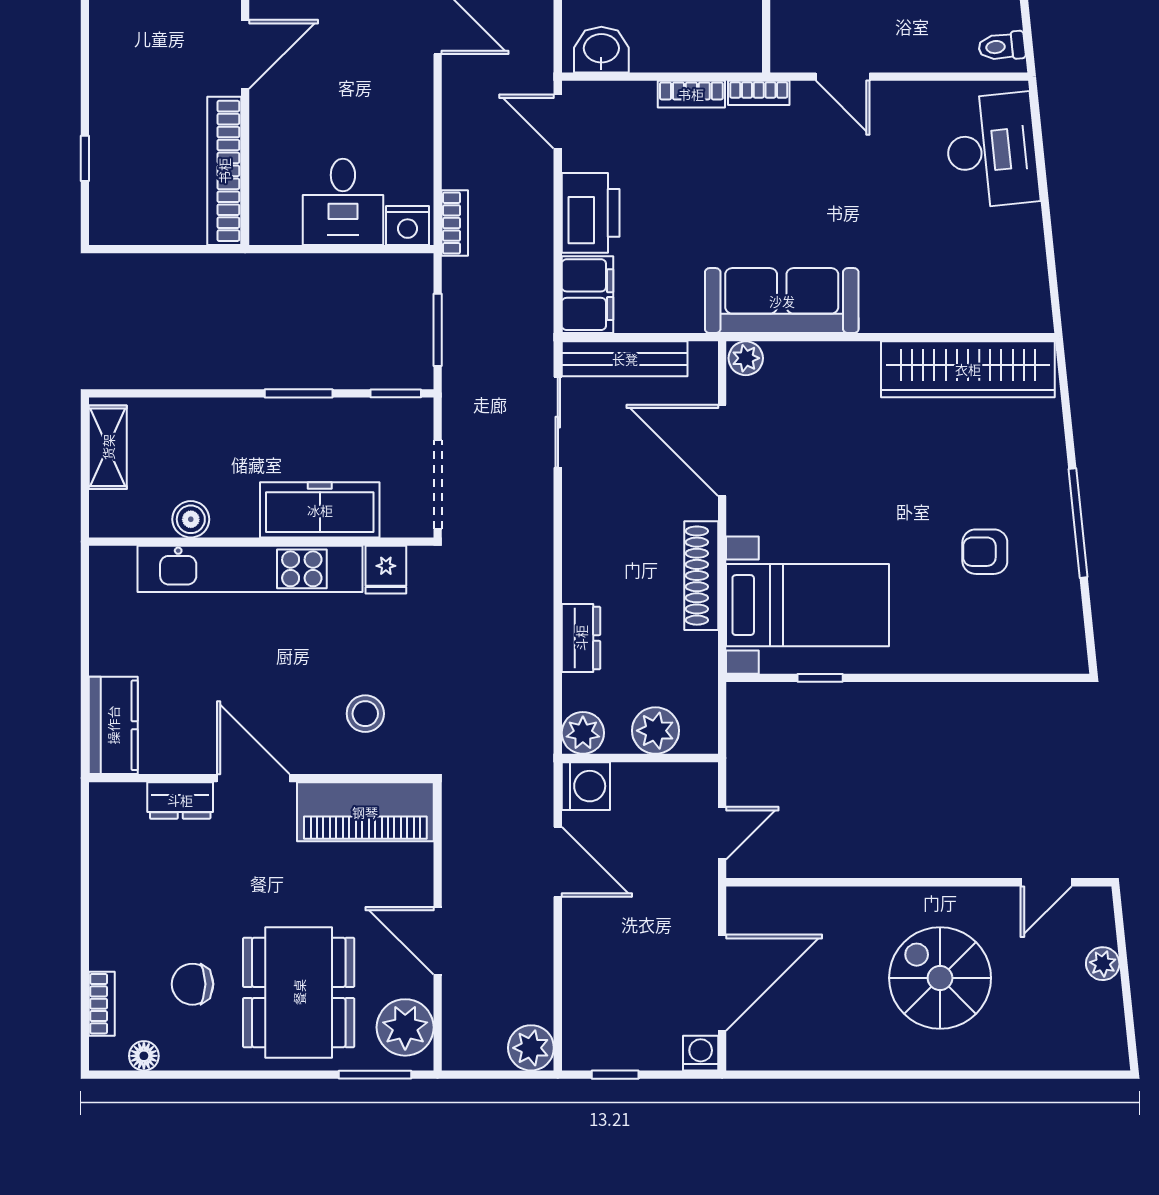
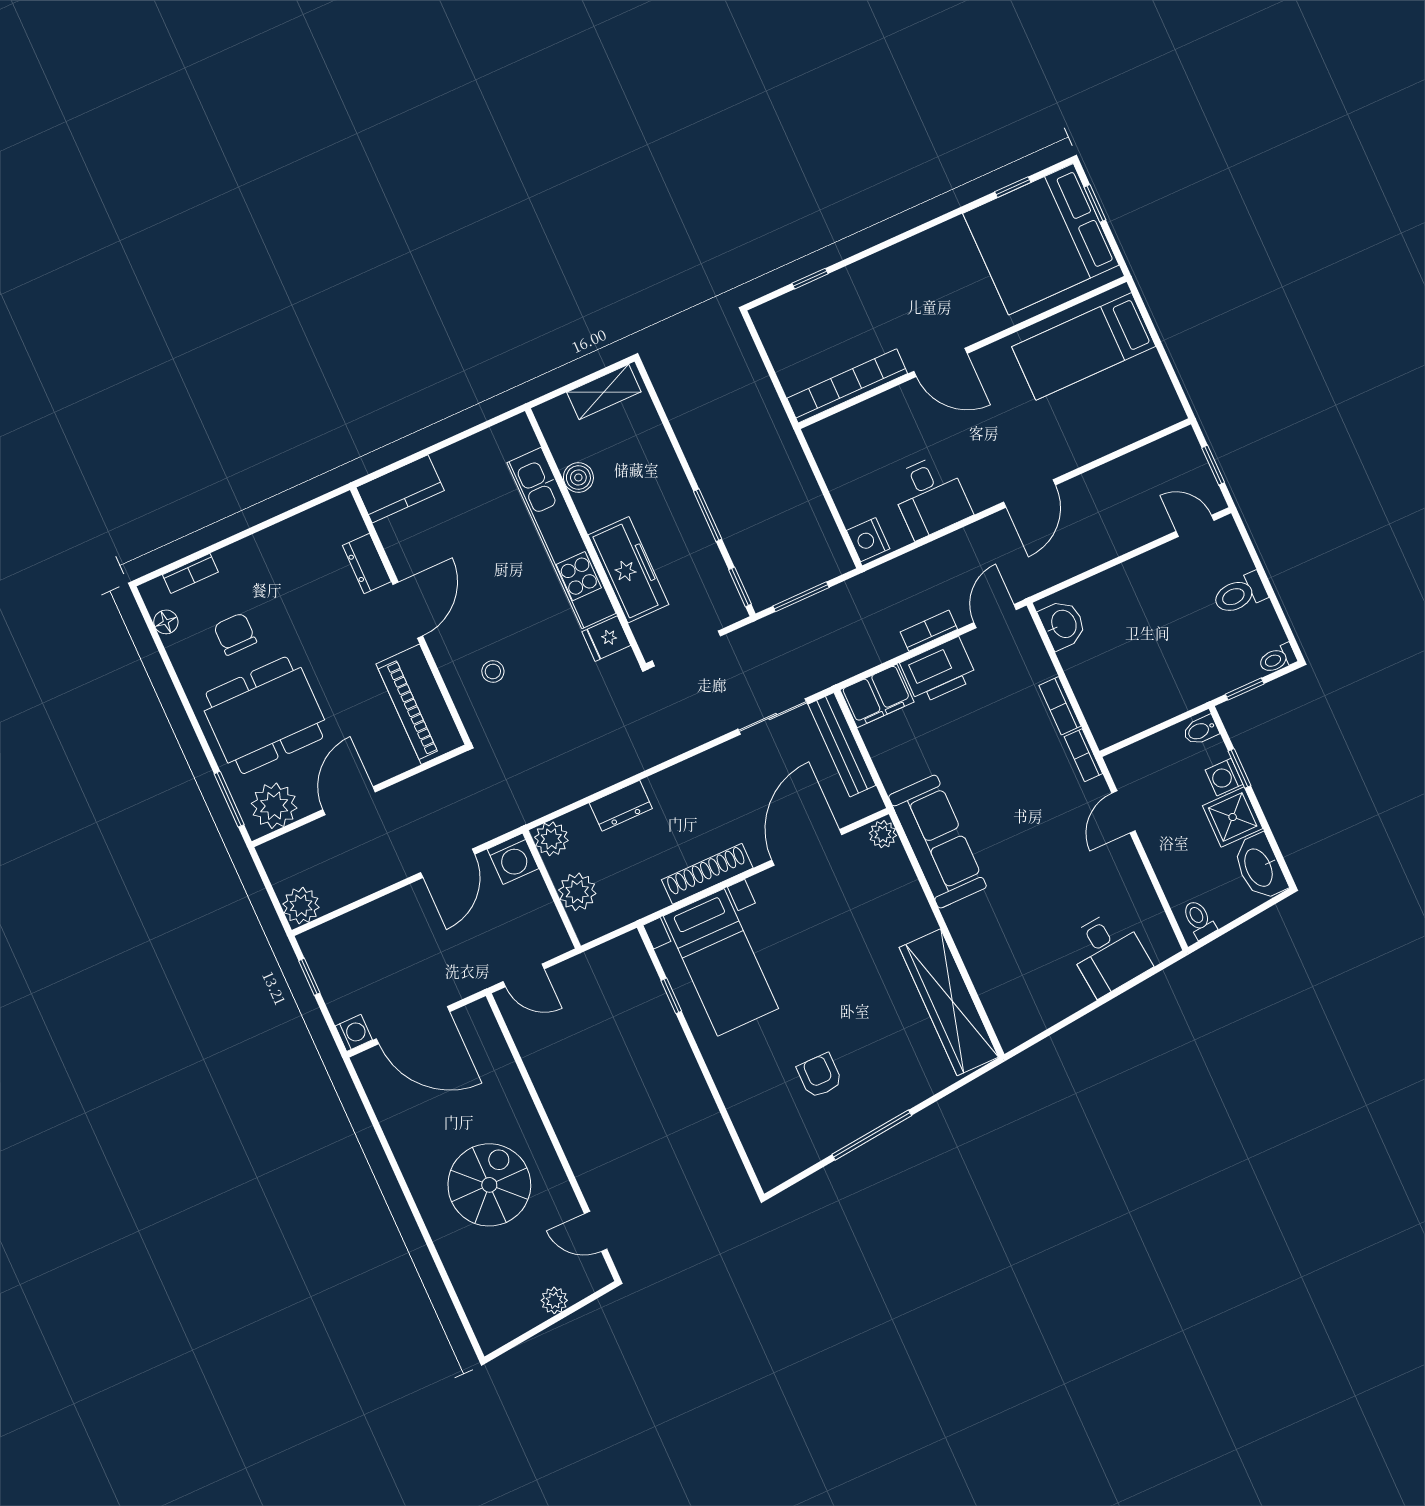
desk: (992, 151) -> (1108, 953), width x0.73
desk: (343, 202) -> (930, 496), moved, turned -90
bookcase: (455, 223) -> (929, 631), moved, turned 180
stool: (365, 714) -> (493, 671), width x0.73, depth x0.73

